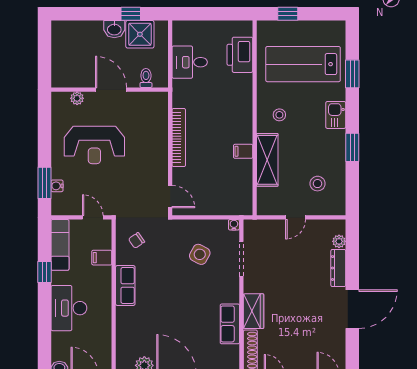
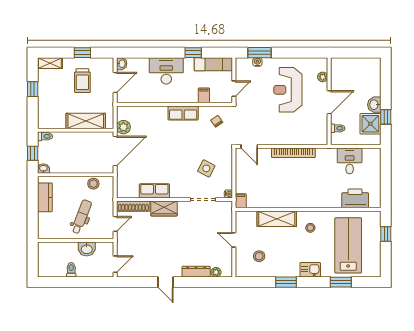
filing cabinet: (243, 151) -> (241, 201), moved
door: (170, 197) -> (249, 146), hinge flipped
door: (352, 309) -> (165, 282), width x0.53

